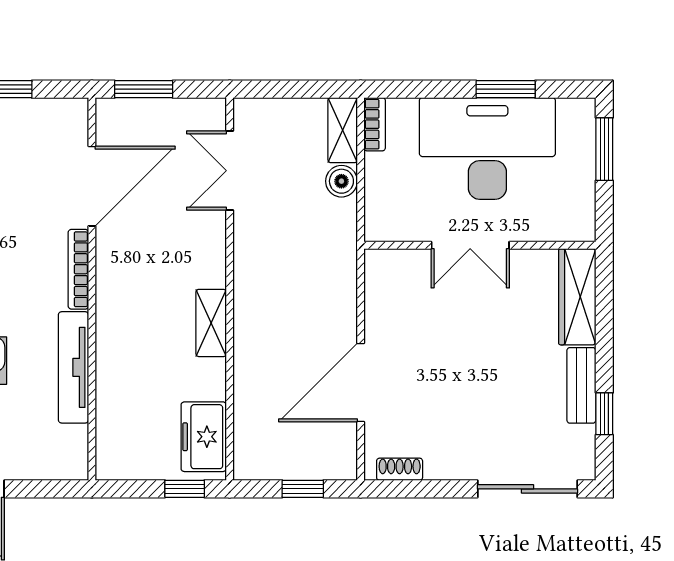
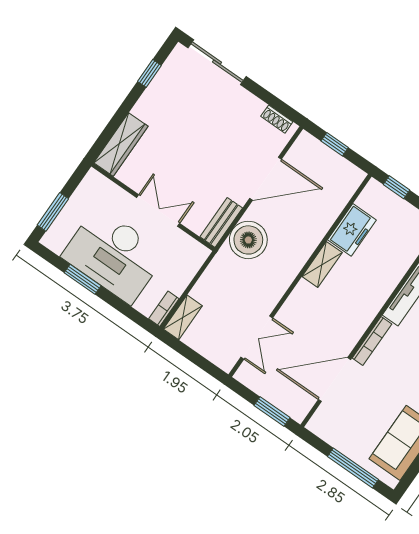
boiler: (341, 181) -> (248, 240), moved, width x1.86, depth x1.86
bench: (581, 385) -> (221, 222), moved
freezer: (204, 437) -> (352, 230), moved

